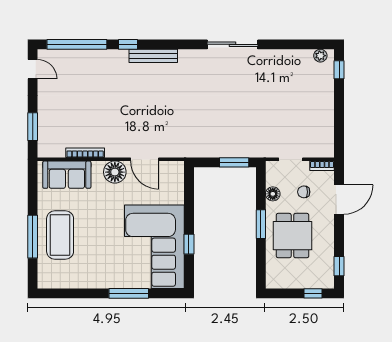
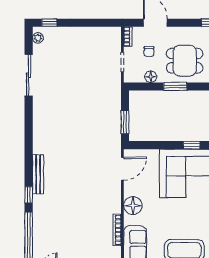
sliding door: (232, 44) -> (29, 75), moved
door: (145, 159) -> (122, 169), moved
window: (234, 162) -> (125, 122), moved

